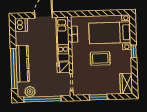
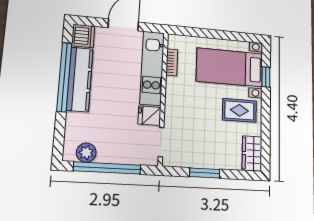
window: (134, 51) -> (266, 77), moved
rug: (100, 58) -> (239, 110), moved
kitchen counter: (22, 64) -> (80, 79), moved
window: (14, 69) -> (64, 77), moved

